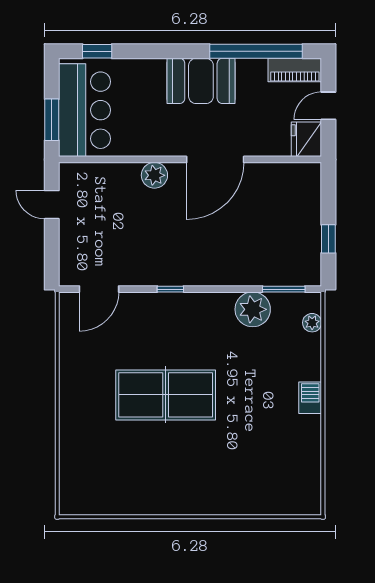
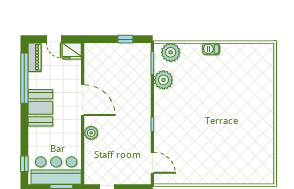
plant: (312, 323) -> (171, 52), width x1.87, depth x1.87
table tennis table: (166, 395) -> (210, 127), removed

